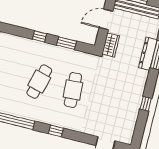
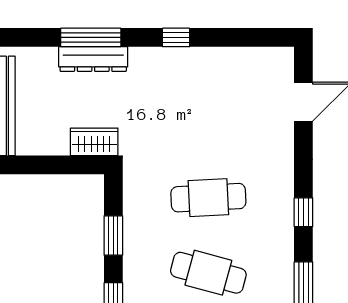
door: (106, 19) -> (43, 165), removed
window: (146, 104) -> (176, 37), moved

